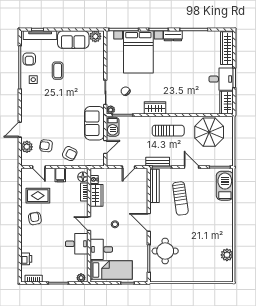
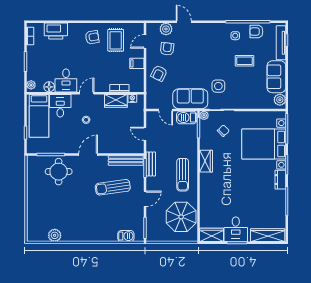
side table: (82, 96) -> (218, 86), added
floor lamp: (83, 177) -> (49, 87), moved
barbecue: (225, 186) -> (126, 236), width x0.53, depth x0.65
printer: (26, 259) -> (56, 31), width x1.87, depth x1.48

